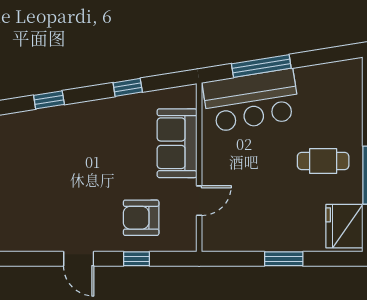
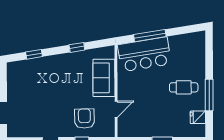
armchair: (141, 218) -> (84, 119), turned 89
fridge: (344, 226) -> (198, 117), width x0.53, depth x0.75

